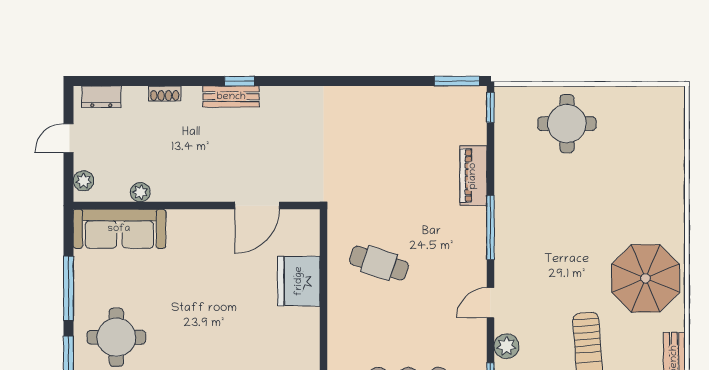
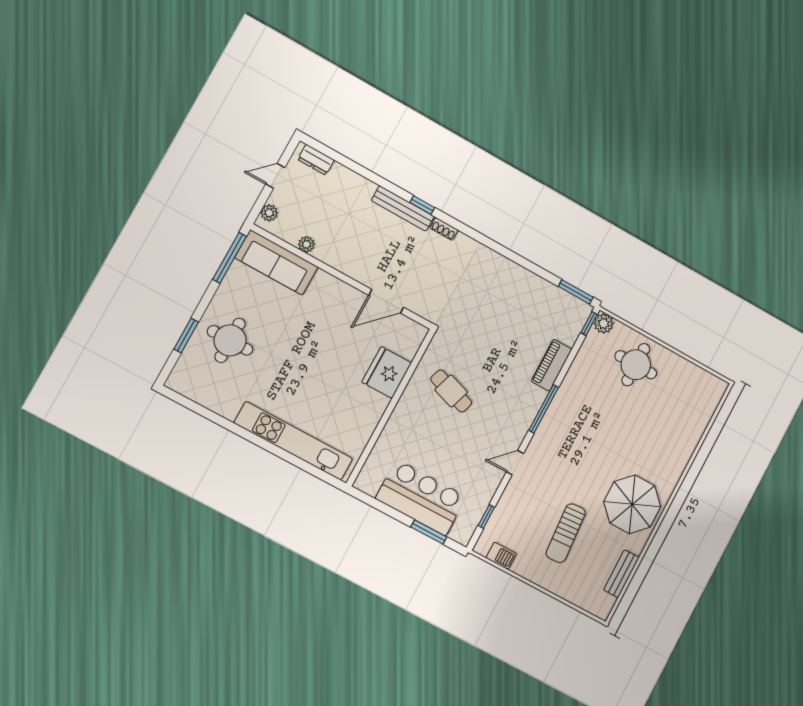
shoe rack: (165, 94) -> (444, 229), moved
bench: (231, 97) -> (403, 208), width x1.36
window: (68, 288) -> (230, 258), moved
plant: (506, 346) -> (604, 323), moved

